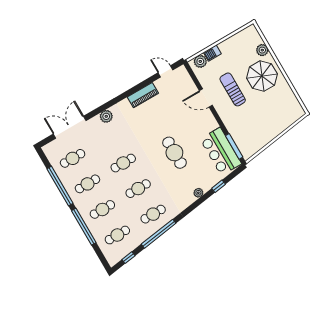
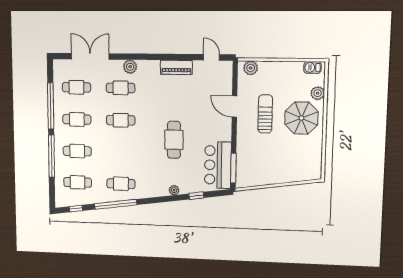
barbecue: (212, 53) -> (313, 67), moved
cafe table: (138, 189) -> (121, 88), moved

